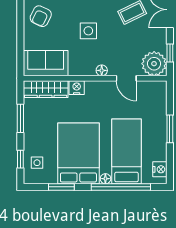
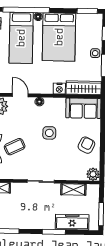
side table: (37, 163) -> (95, 53), moved
window: (61, 187) -> (87, 11), moved

